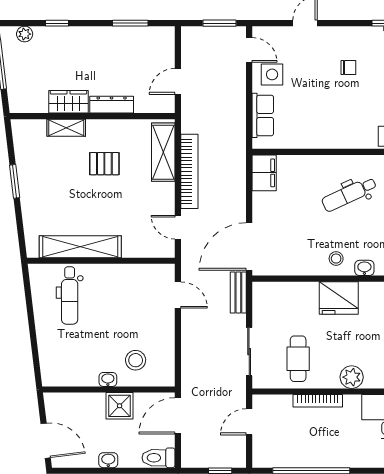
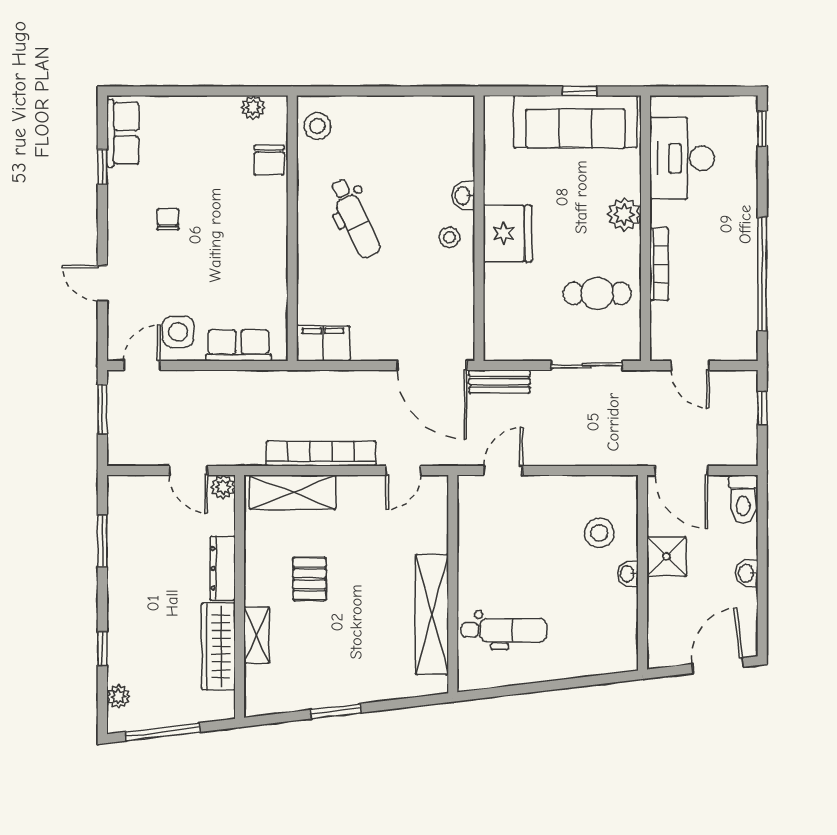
wardrobe: (68, 102) -> (218, 646), width x1.50
plant: (167, 105) -> (223, 487), added

